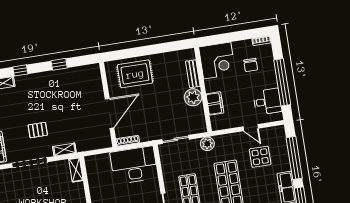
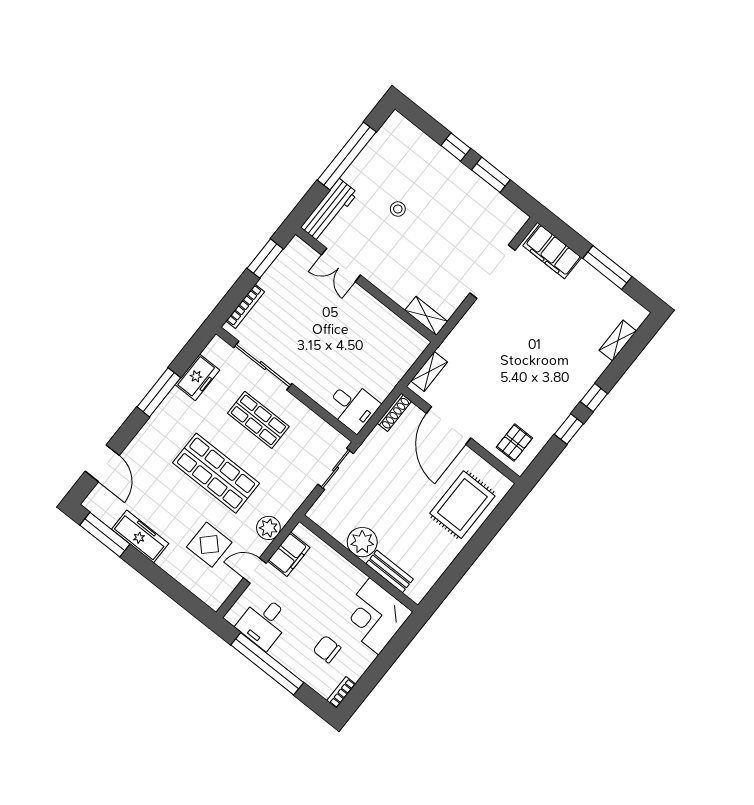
window: (20, 70) -> (594, 398), moved
filing cabinet: (215, 103) -> (289, 554), moved, turned -90
pallet: (38, 130) -> (514, 443), moved
plant: (207, 144) -> (268, 528), moved
shelving: (64, 150) -> (429, 372), moved
window: (294, 158) -> (165, 582), removed
desk: (134, 165) -> (353, 406), width x0.53, depth x0.77

